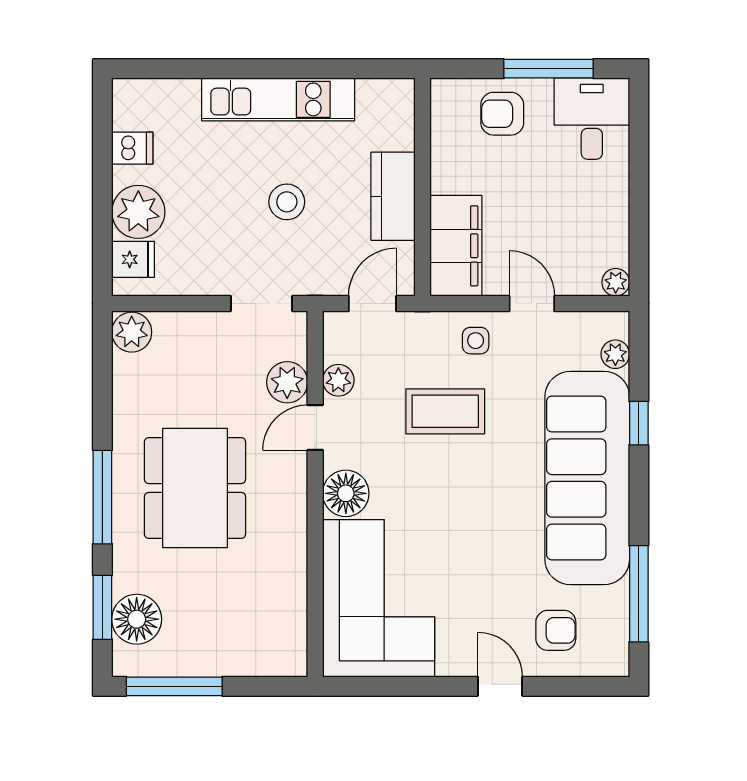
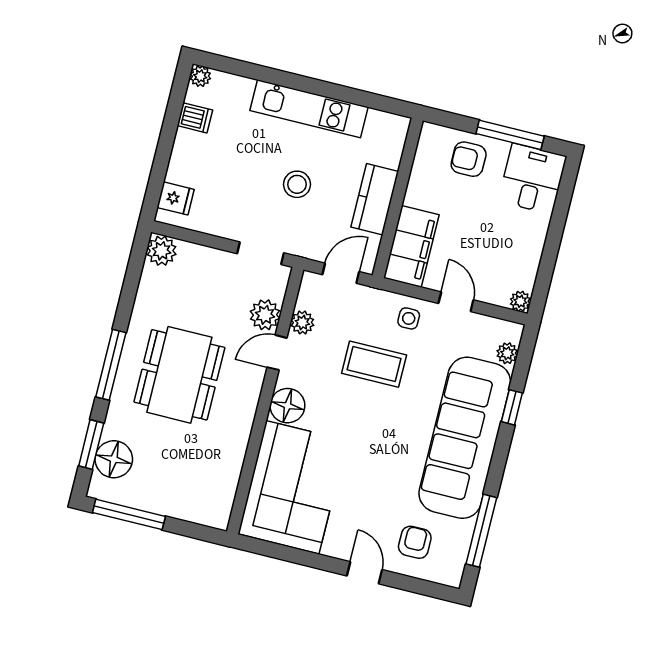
plant: (138, 212) -> (200, 76), moved, width x0.53, depth x0.53
armchair: (556, 630) -> (415, 542), turned -90

